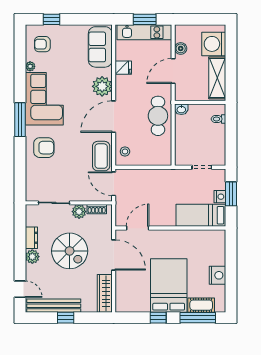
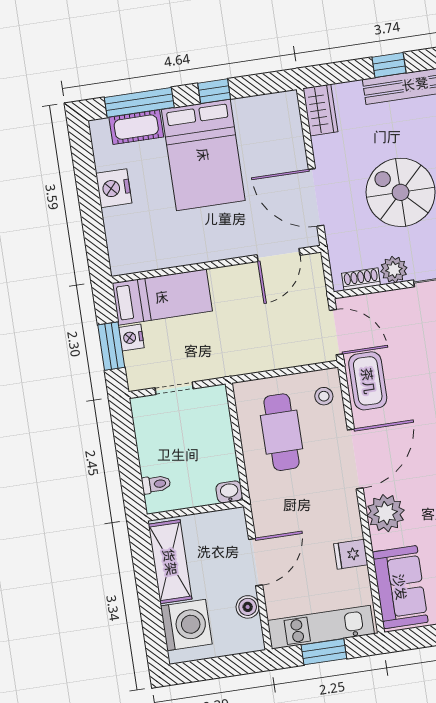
cafe table: (158, 116) -> (281, 432), moved
wardrobe: (105, 293) -> (320, 110), width x0.67

